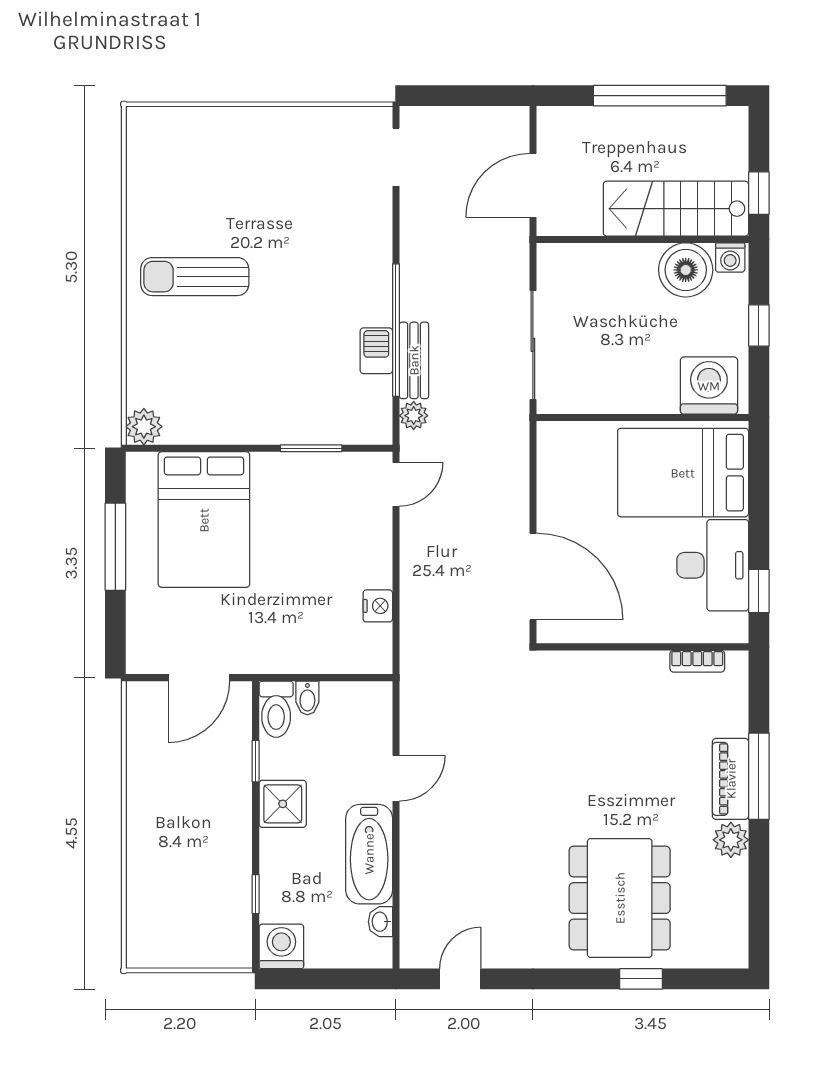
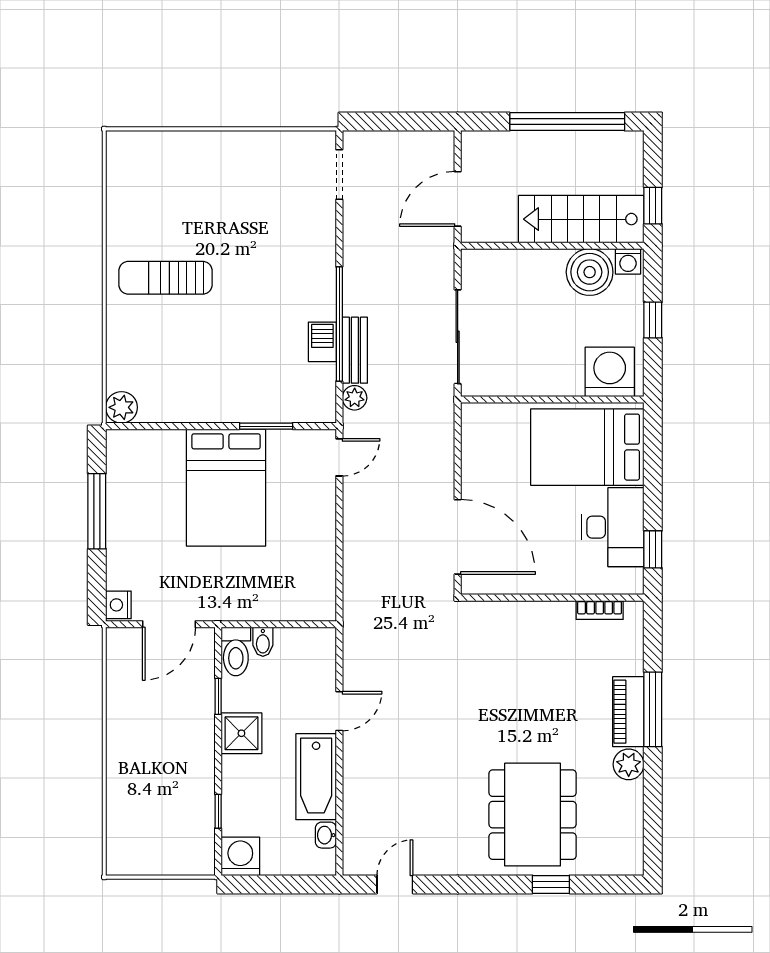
bed: (204, 520) -> (226, 488), moved
nightstand: (378, 606) -> (118, 605), moved, turned 180

